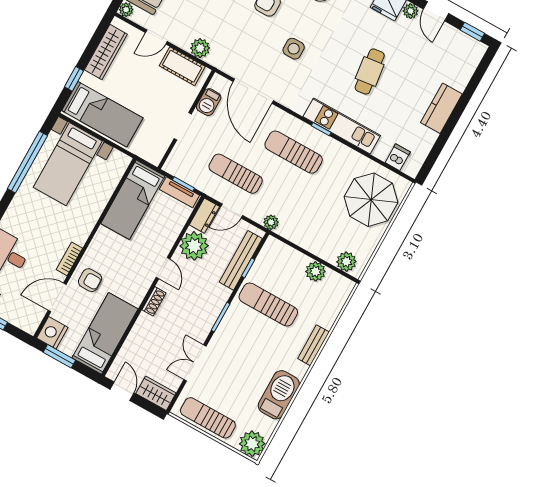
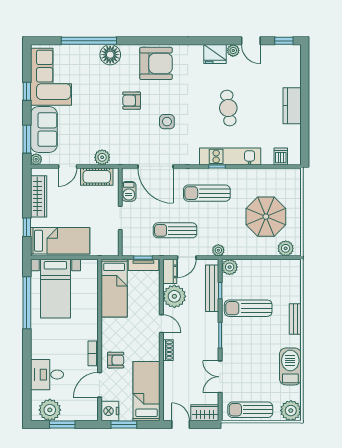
parasol: (371, 200) -> (266, 217), moved
plant: (315, 271) -> (230, 267), moved

